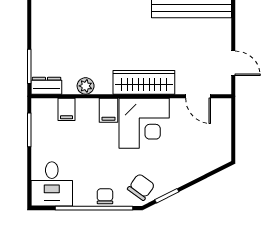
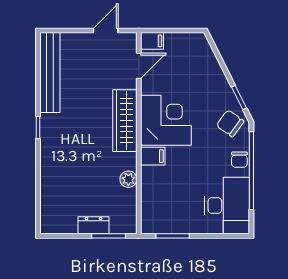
dresser: (46, 86) -> (94, 225), moved, turned 90
filing cabinet: (67, 109) -> (152, 41), moved
desk: (52, 184) -> (227, 205), width x1.37
chair: (105, 196) -> (239, 160), turned -90

